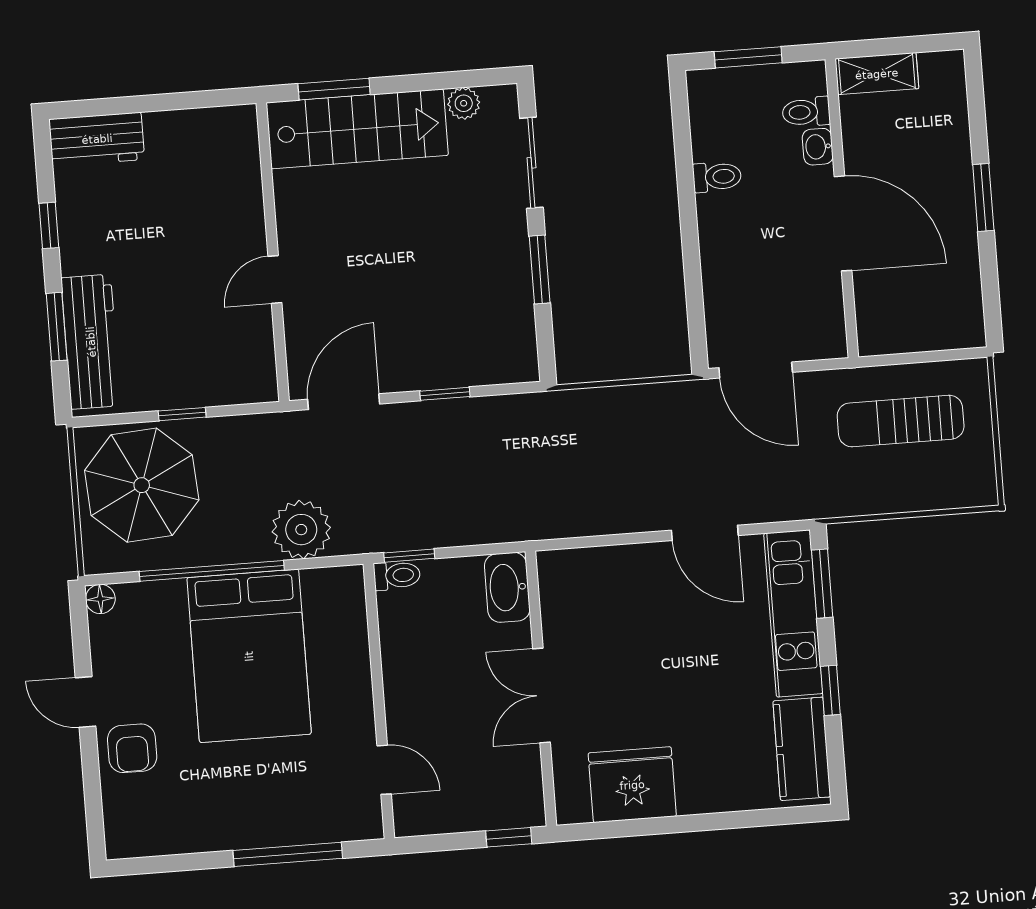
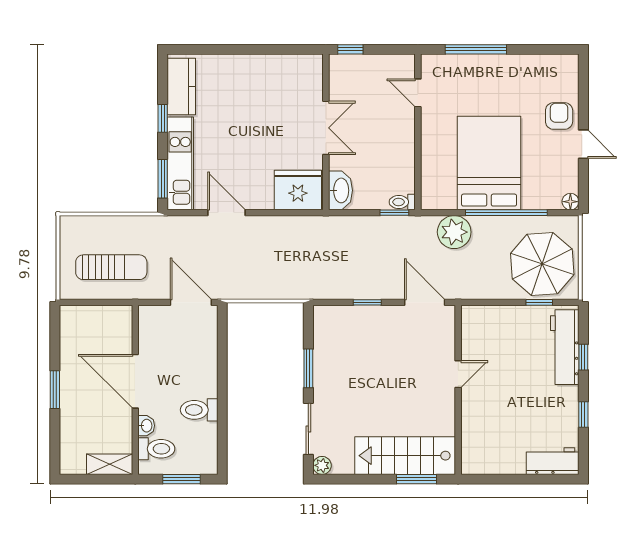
plant: (464, 103) -> (322, 465), moved
toilet: (806, 112) -> (156, 449), width x1.37, depth x1.39
toilet: (717, 177) -> (199, 410), width x1.37, depth x1.39
window: (57, 327) -> (583, 357), width x0.67
door: (344, 402) -> (425, 302), swing flipped
window: (182, 414) -> (539, 302), moved
fridge: (632, 785) -> (298, 190), moved, turned 180

